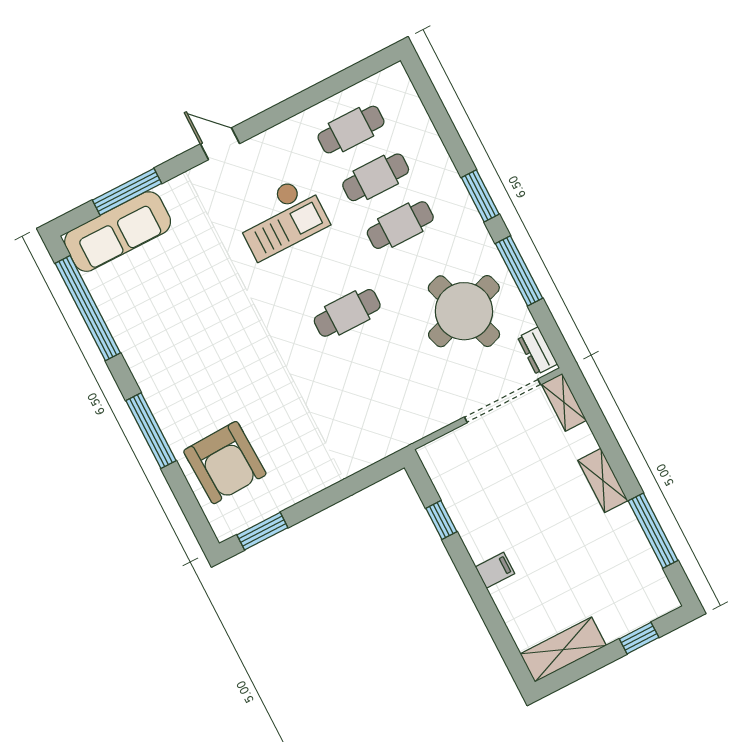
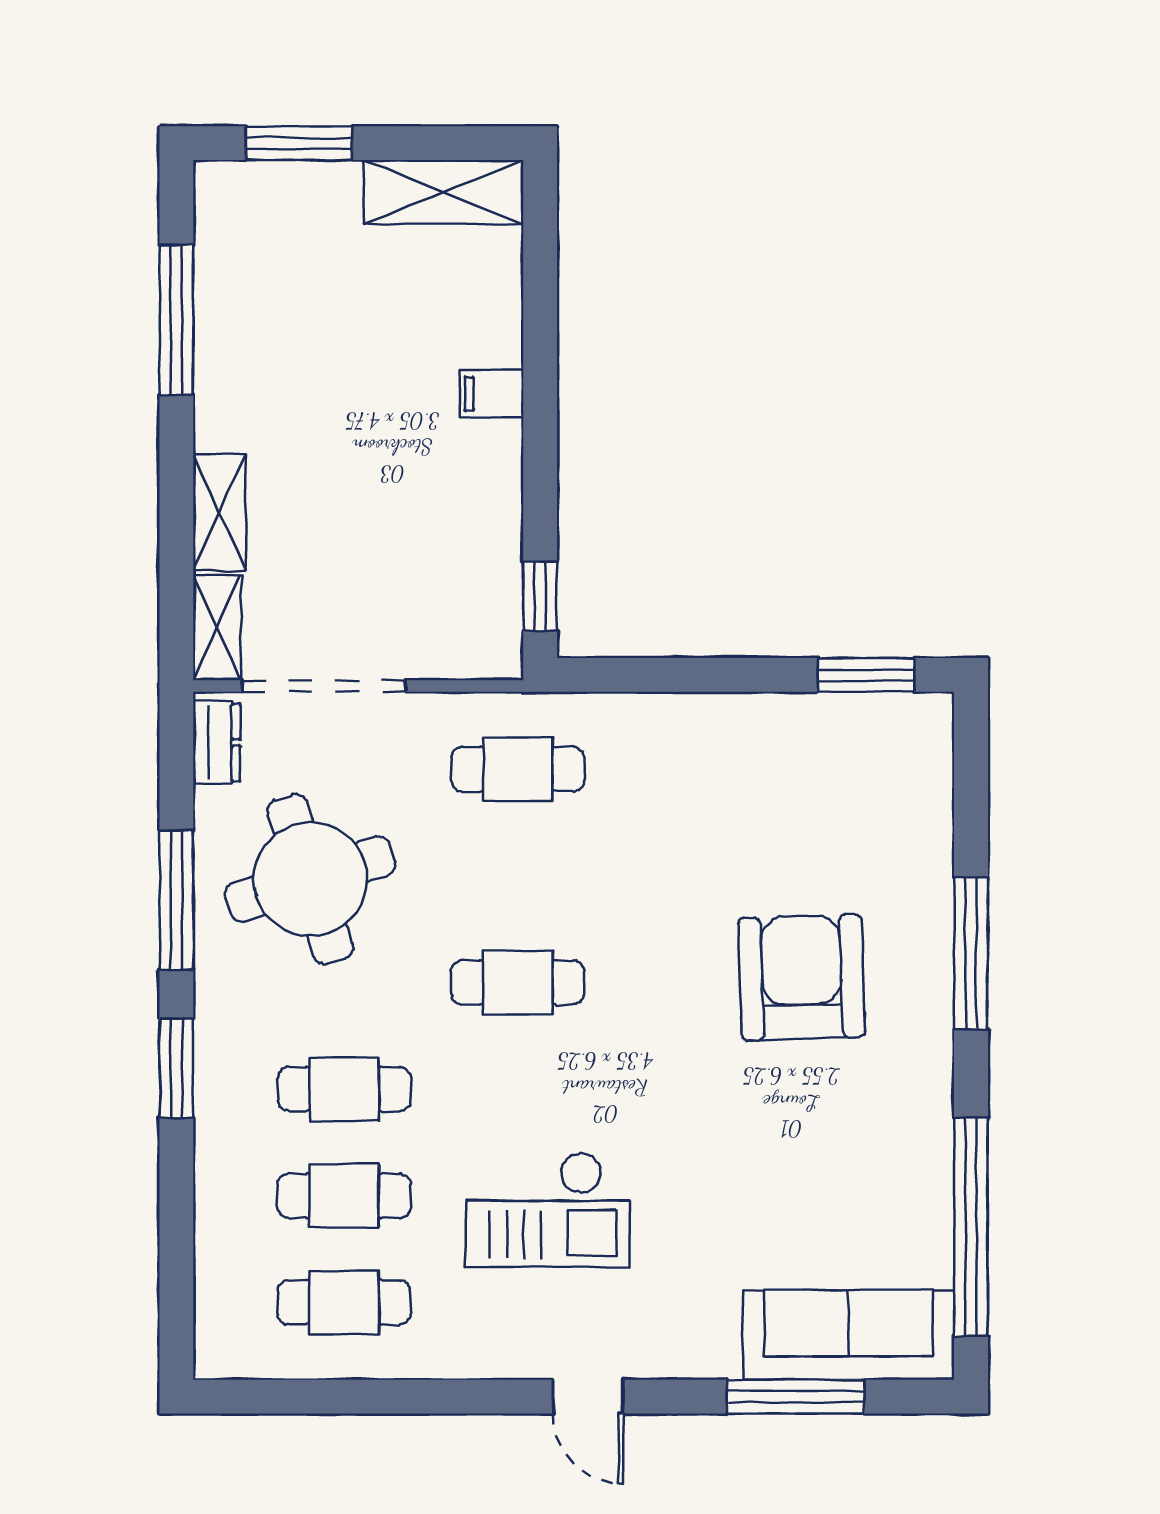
checkout: (281, 218) -> (548, 1210), turned 180
cafe table: (396, 408) -> (518, 769), added
armchair: (225, 463) -> (802, 977), moved
shelving: (603, 480) -> (219, 512), moved
window: (441, 520) -> (540, 596), moved
window: (639, 638) -> (299, 143), width x1.50

